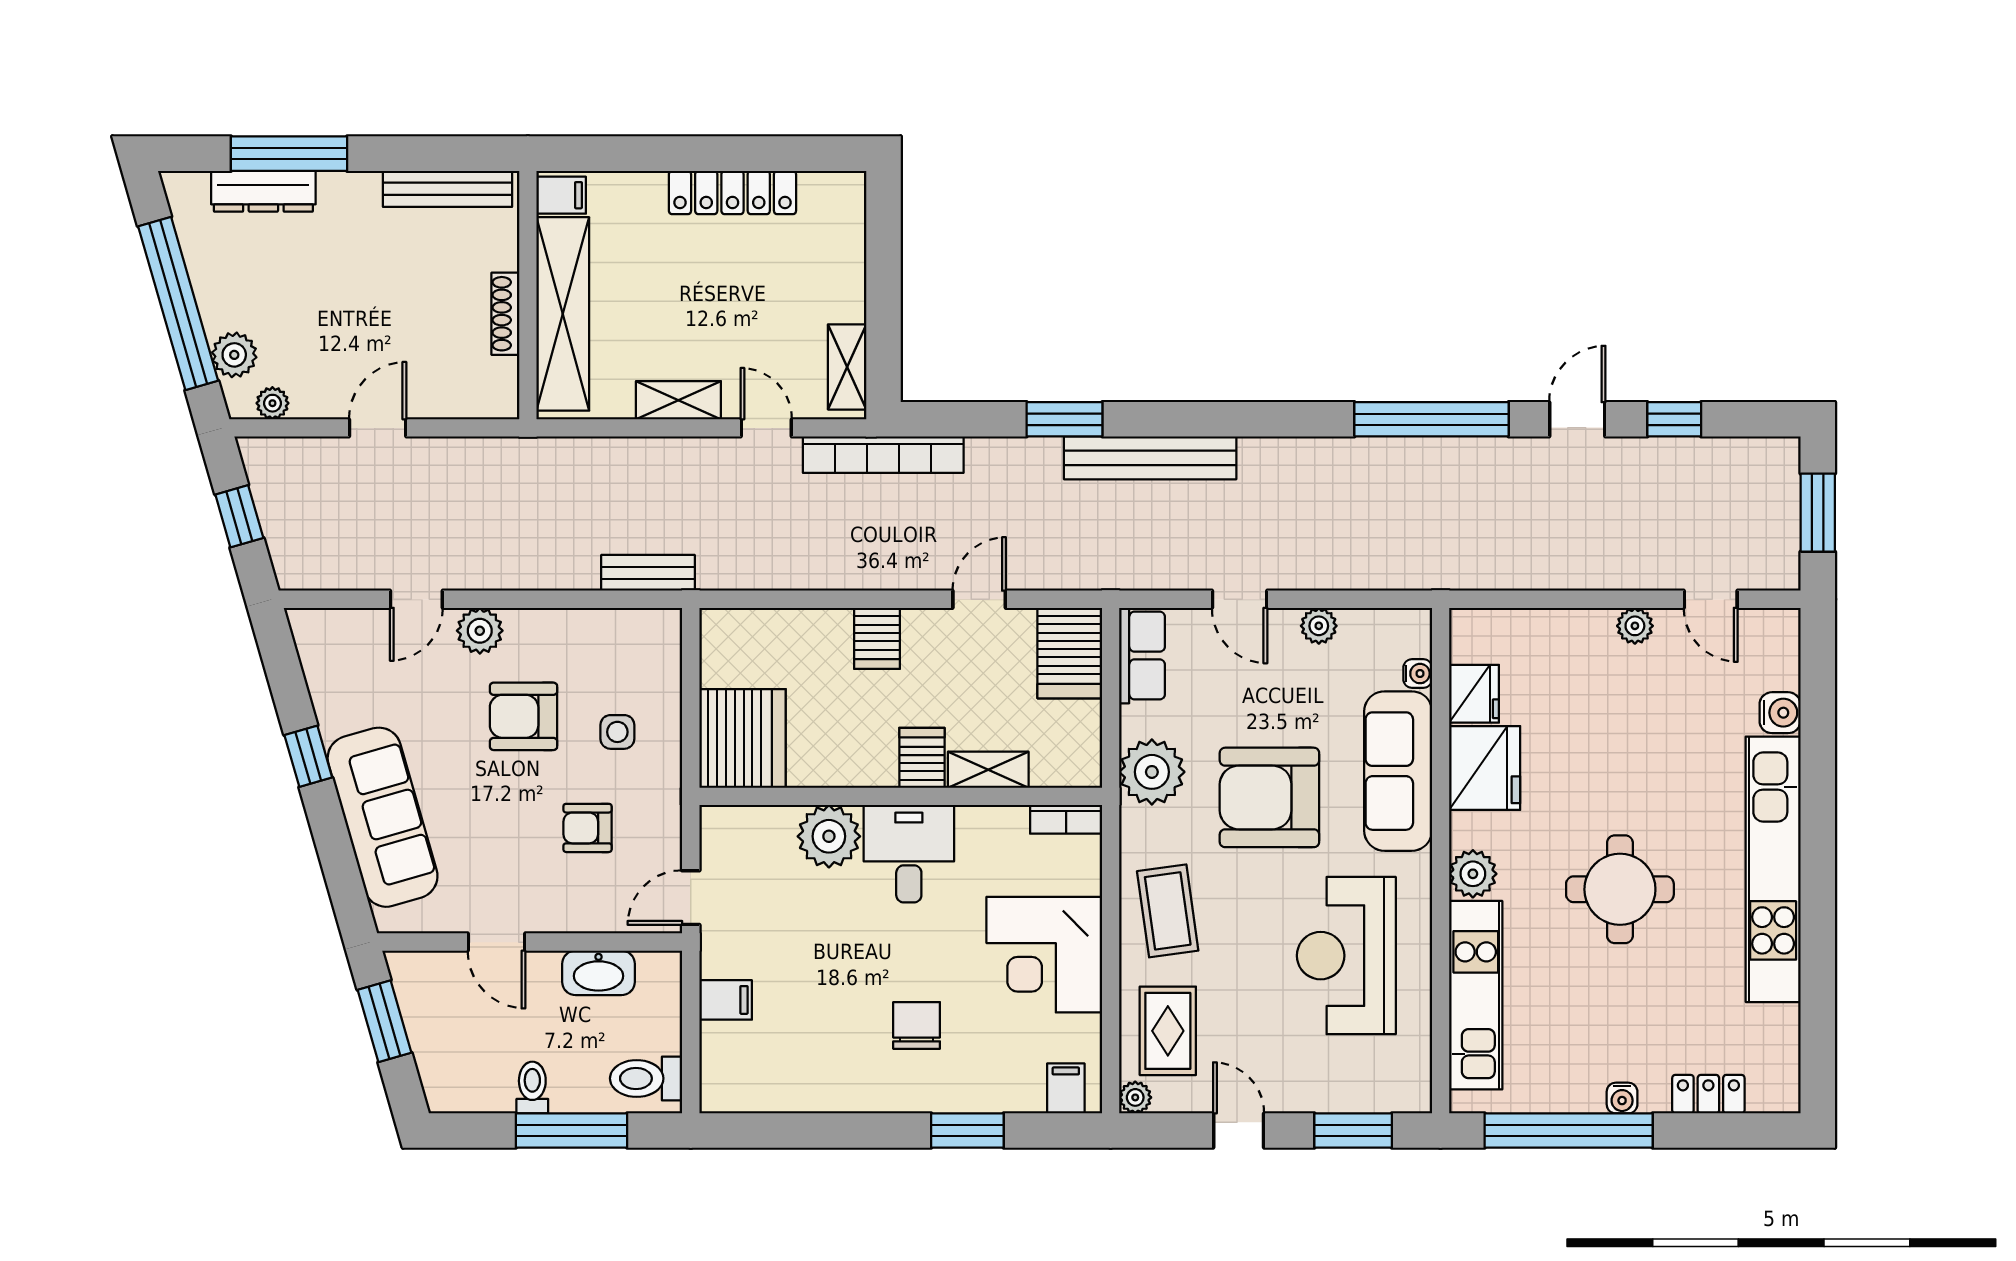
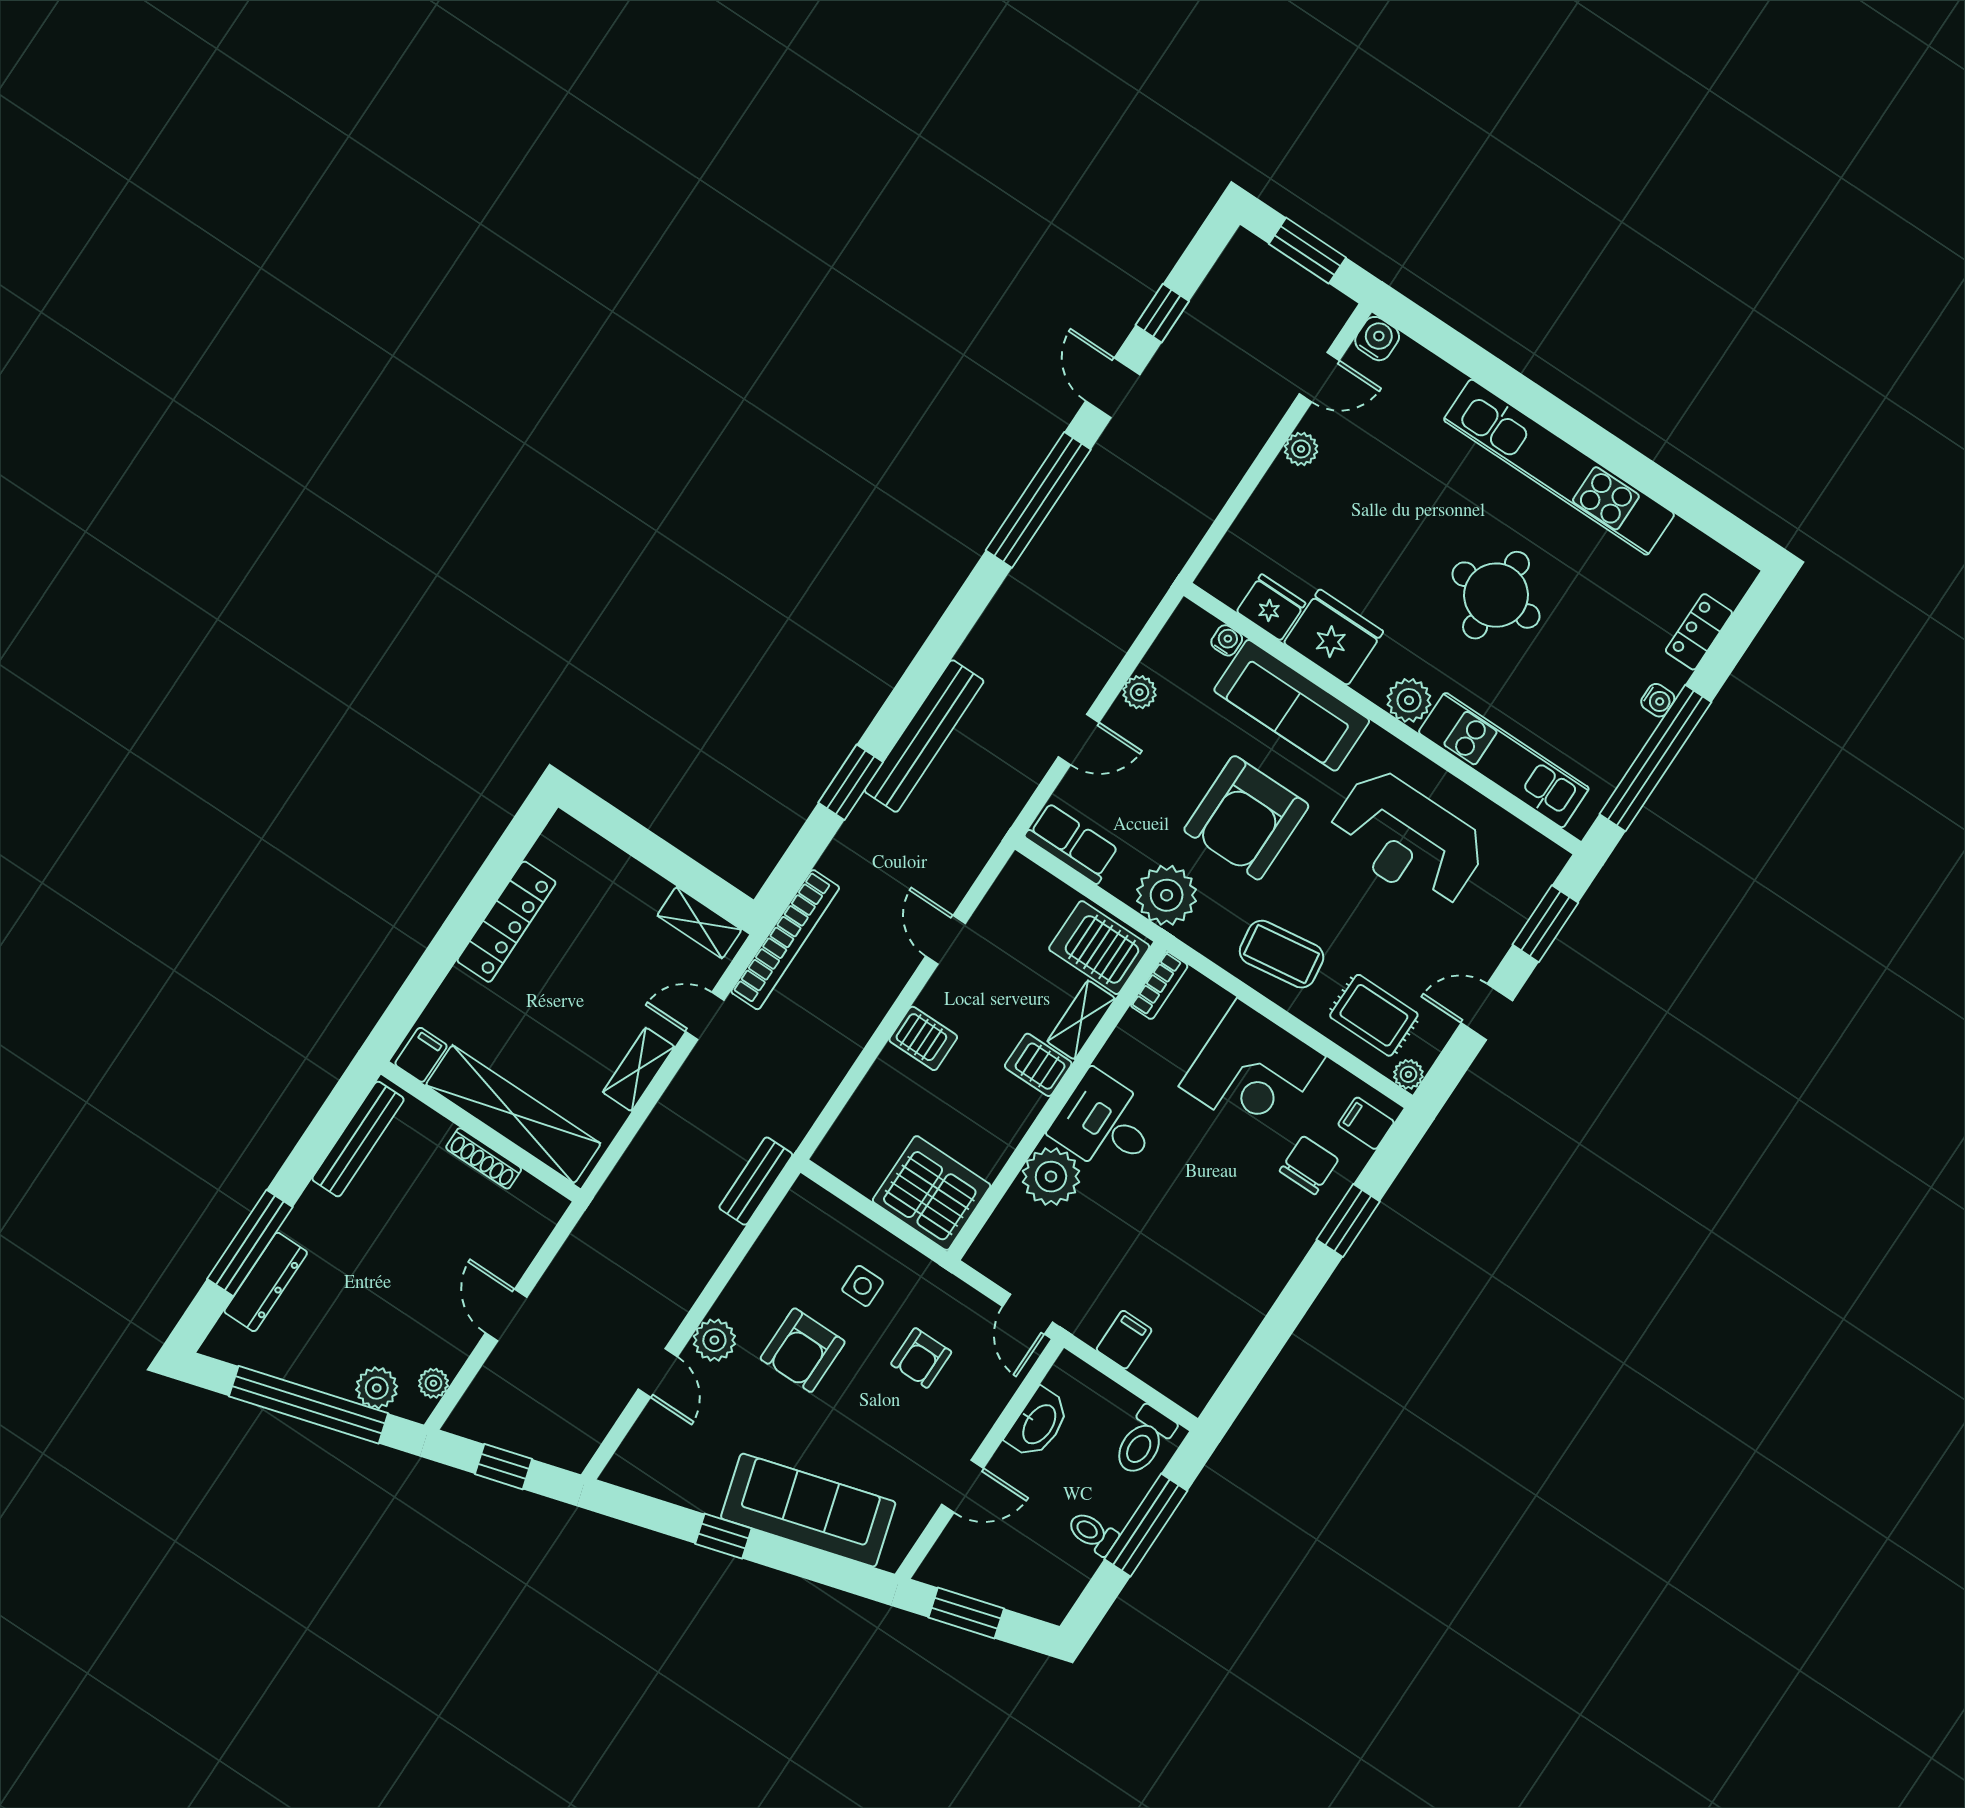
server rack: (1070, 653) -> (1099, 948), moved, turned 180
water cooler: (1780, 713) -> (1377, 339), moved
chair: (917, 1025) -> (1309, 1165), moved, turned 90

